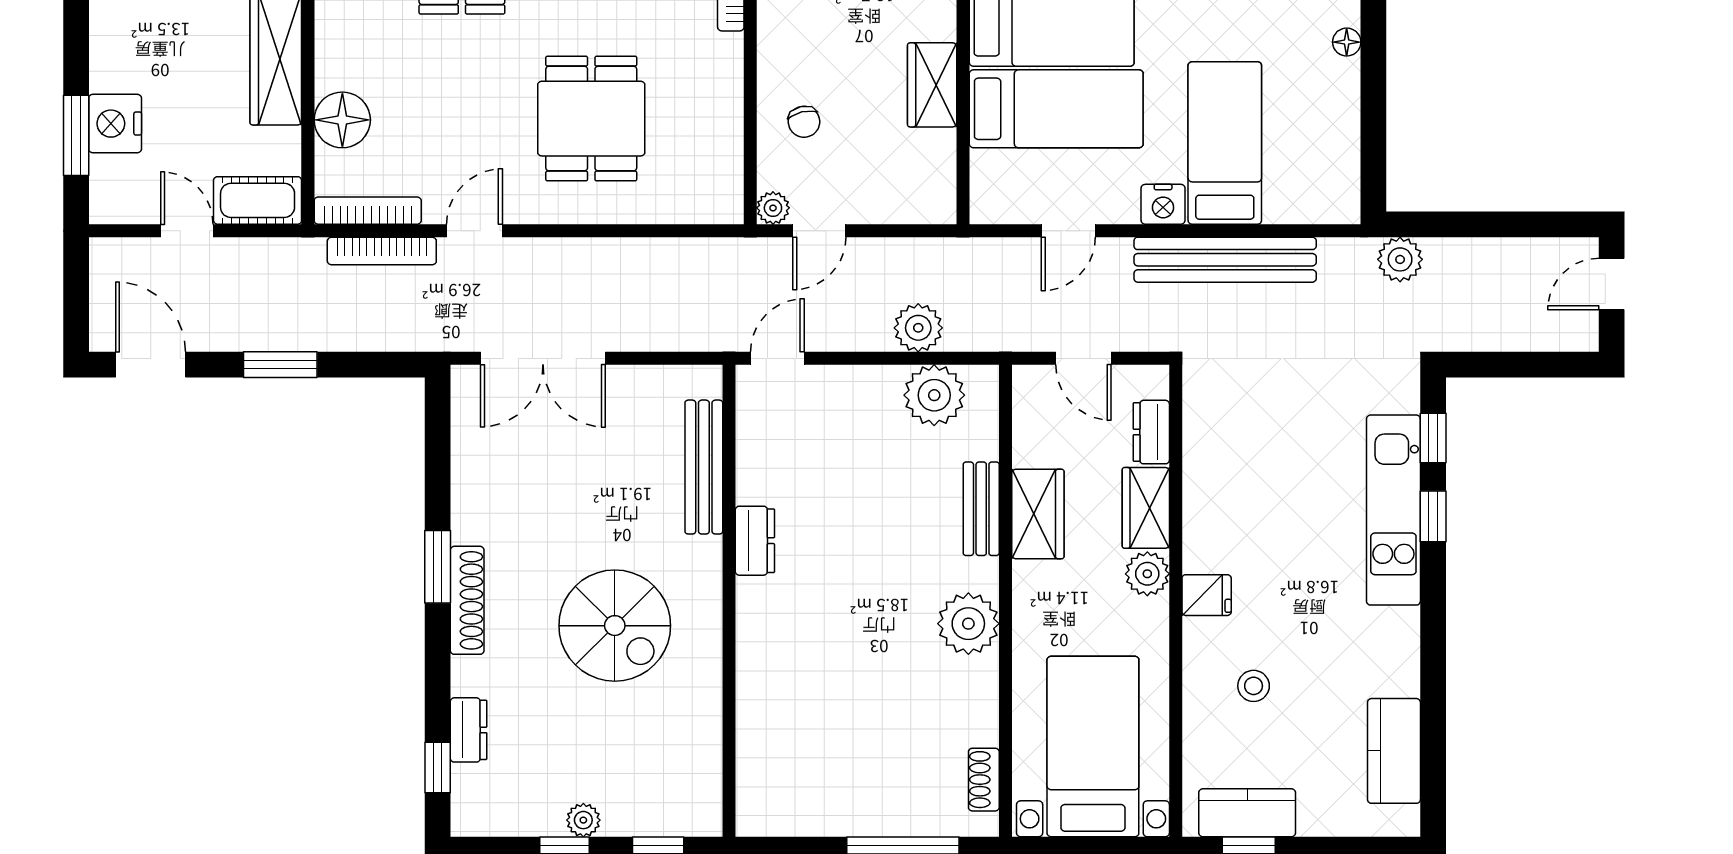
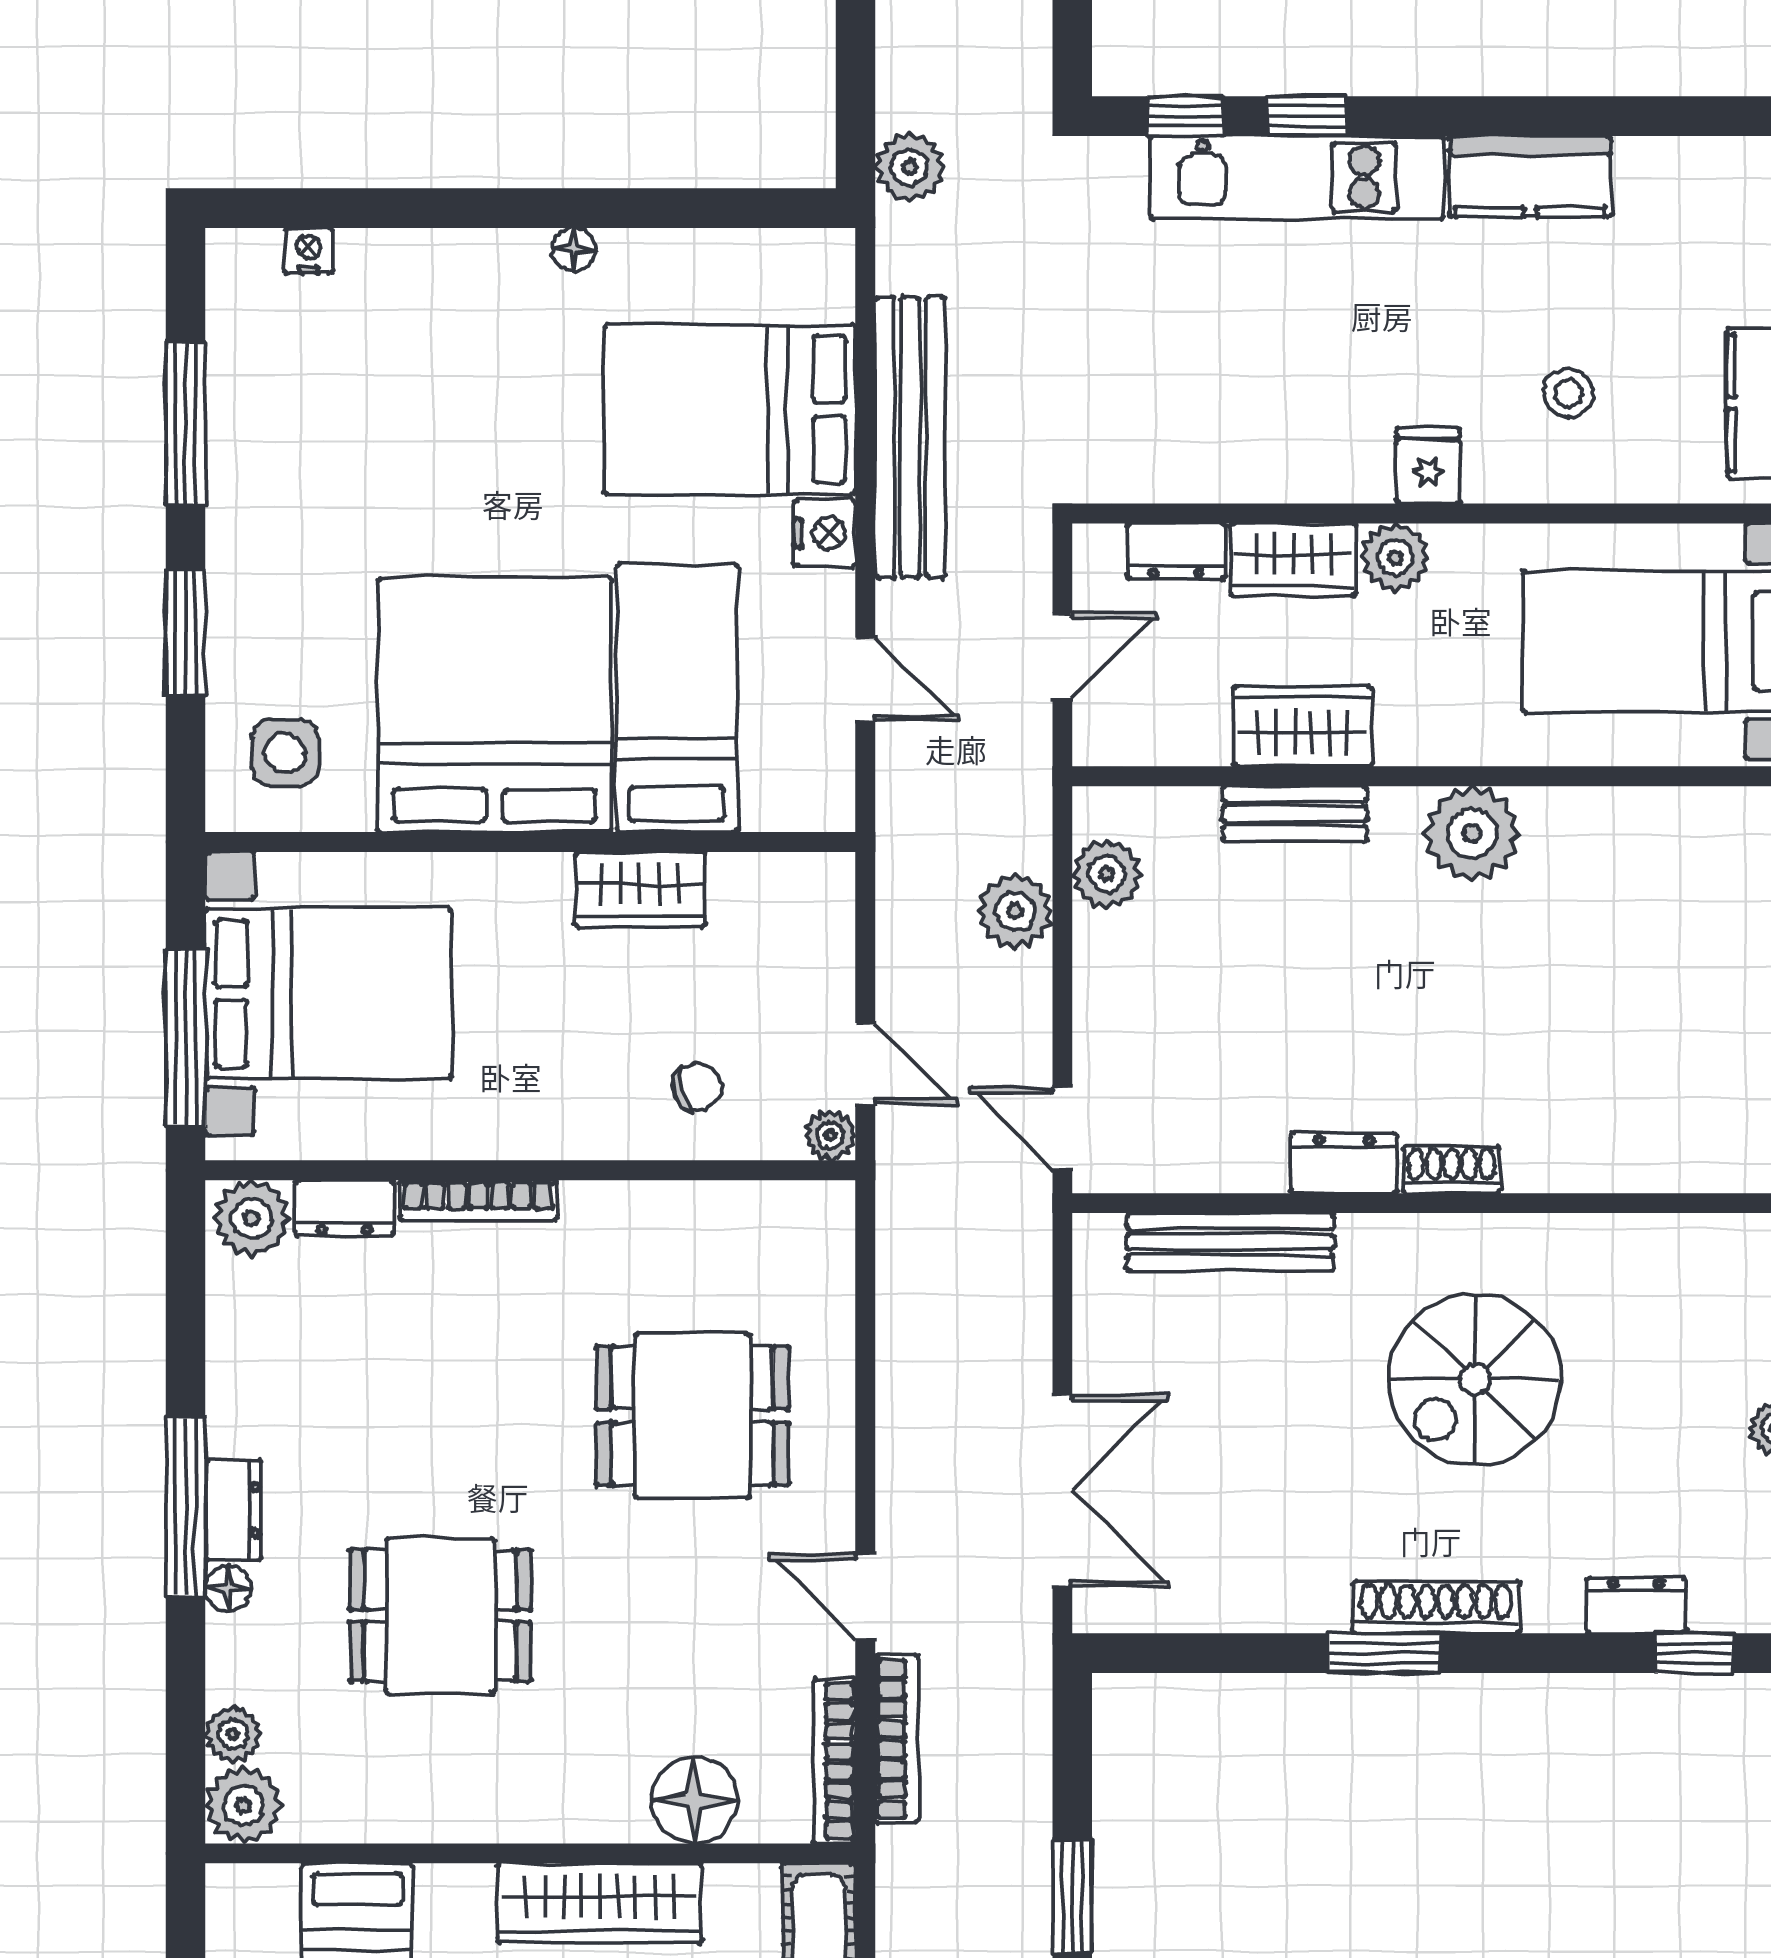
bed: (1225, 143) -> (730, 409), width x1.50
plant: (934, 395) -> (1107, 874), width x0.73, depth x0.73
spiral stairs: (615, 626) -> (1475, 1380), turned 180
kitchen counter: (1394, 751) -> (1530, 176), moved
shoe rack: (984, 780) -> (1451, 1170), moved, turned 180

